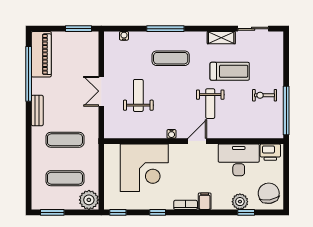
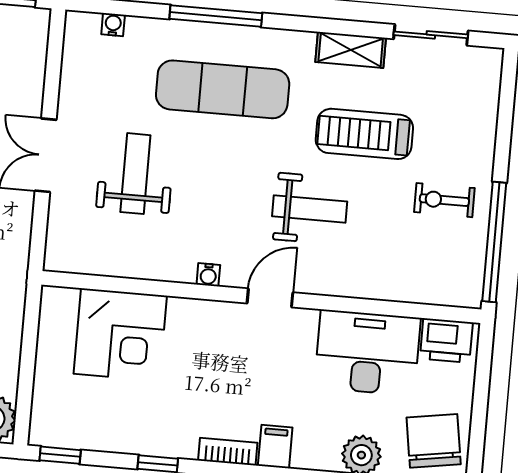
exercise mat: (171, 58) -> (223, 89), width x1.36, depth x1.45
treadmill: (230, 71) -> (364, 134), turned 180
weight bench: (210, 104) -> (310, 209), turned -90
corner desk: (144, 168) -> (120, 335), width x0.74, depth x0.74

